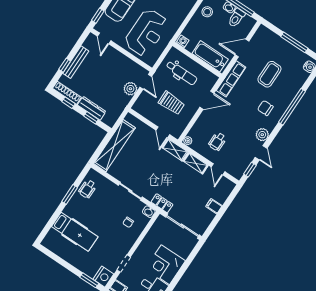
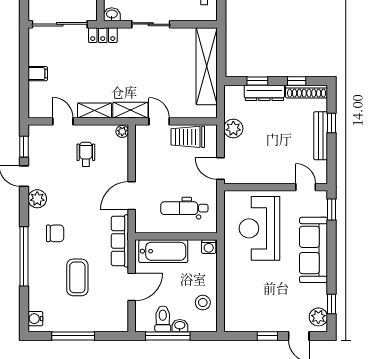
plant: (130, 89) -> (233, 128), moved
trolley: (171, 103) -> (188, 137), moved

